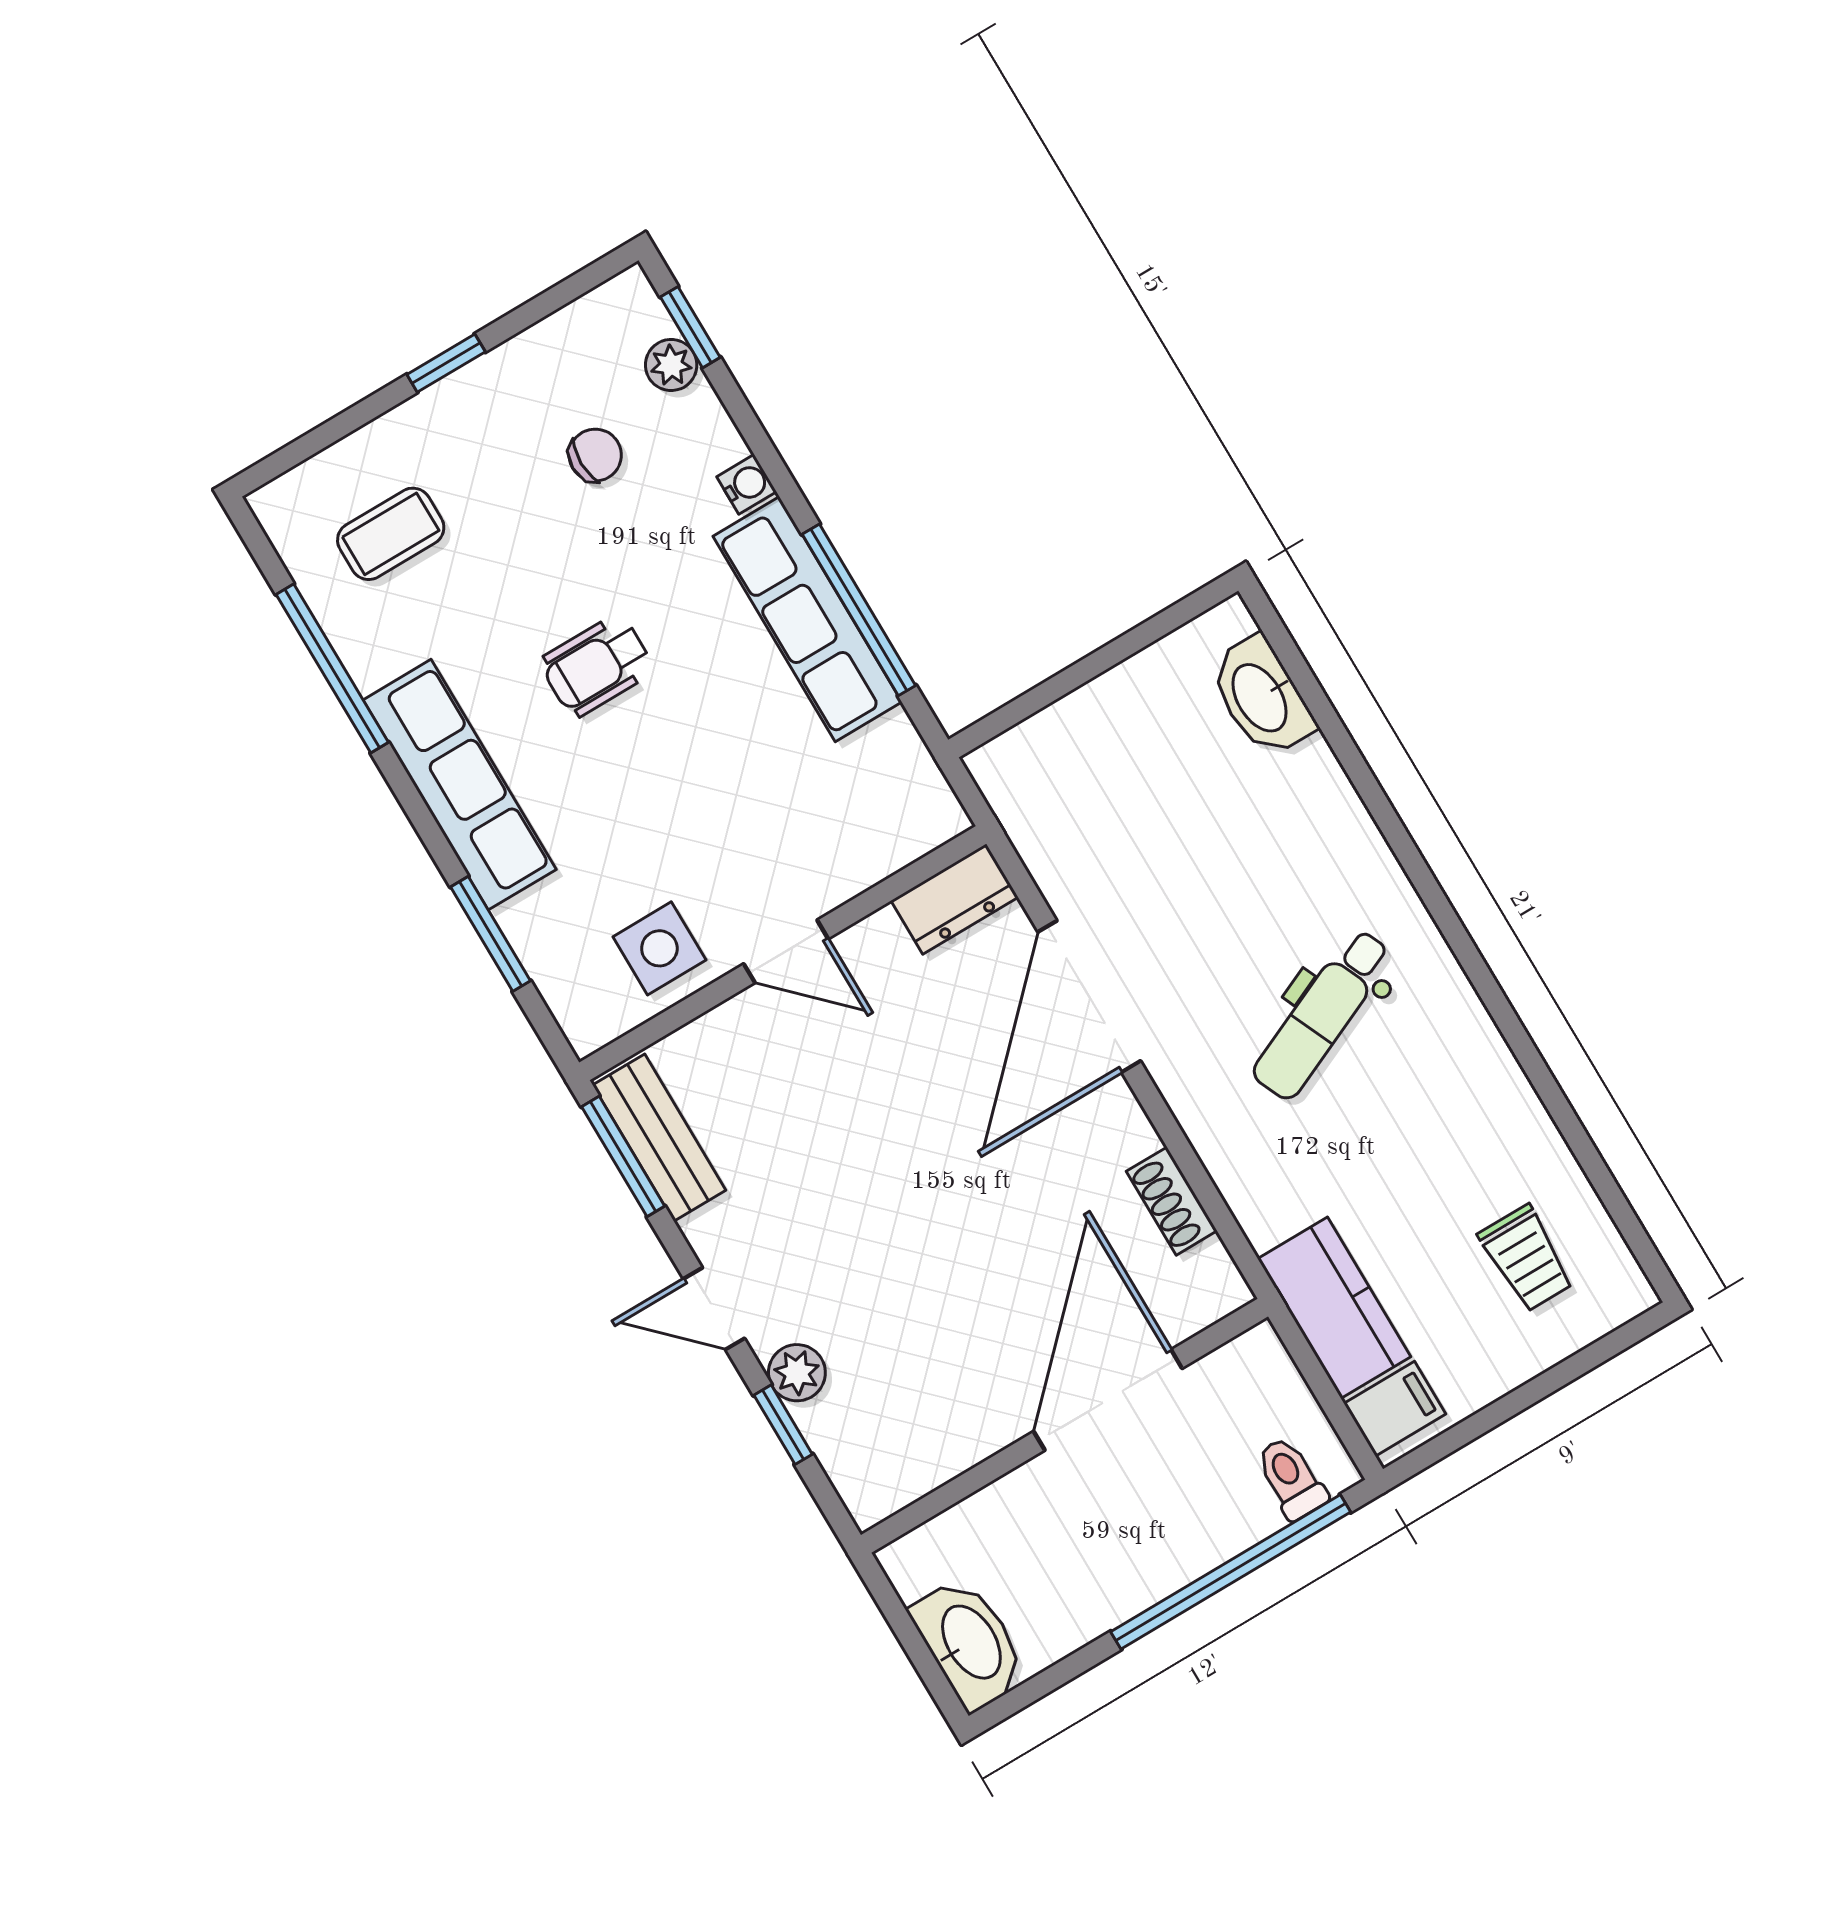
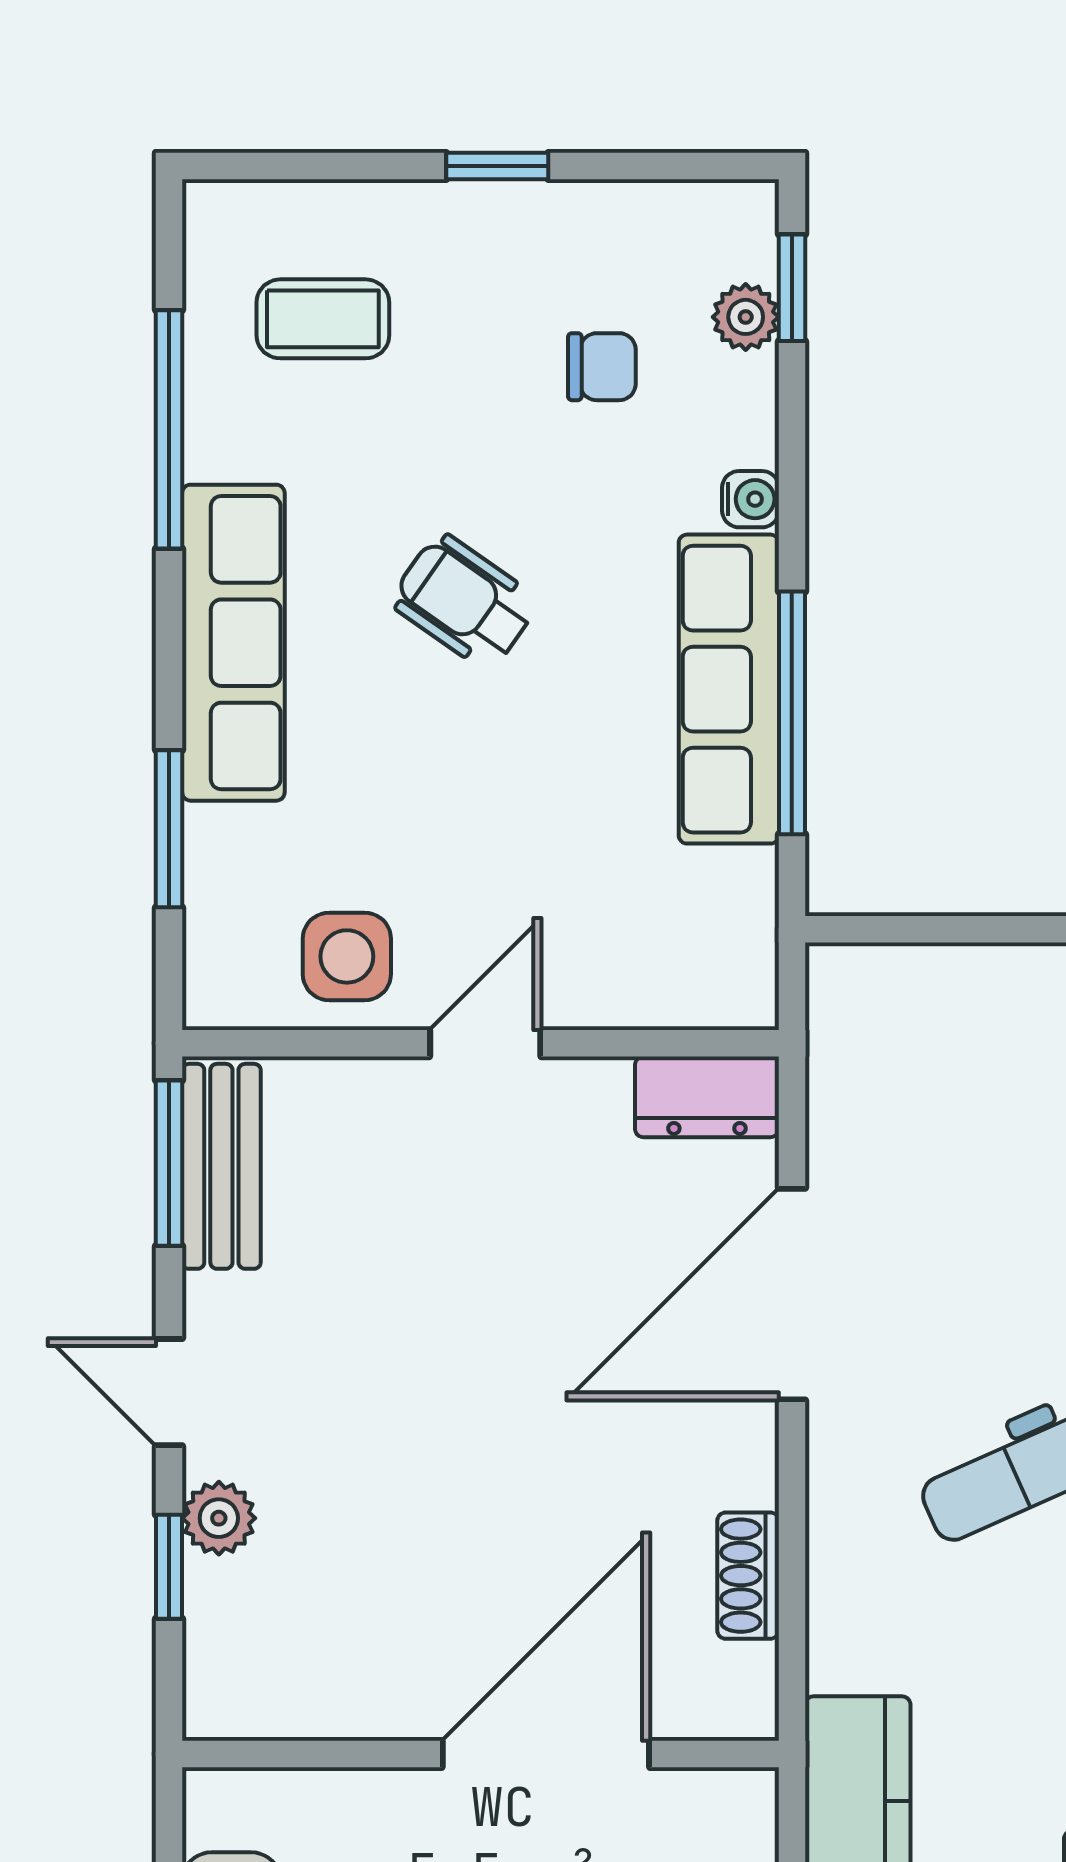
wheelchair: (597, 666) -> (464, 601), turned 35
door: (786, 951) -> (485, 1043), swing flipped

